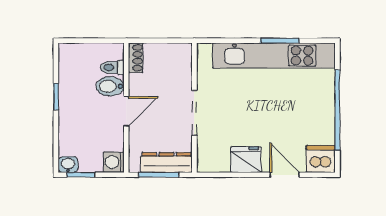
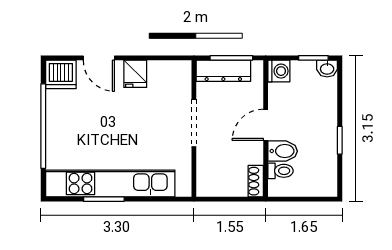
fridge: (246, 160) -> (135, 74), width x0.72

